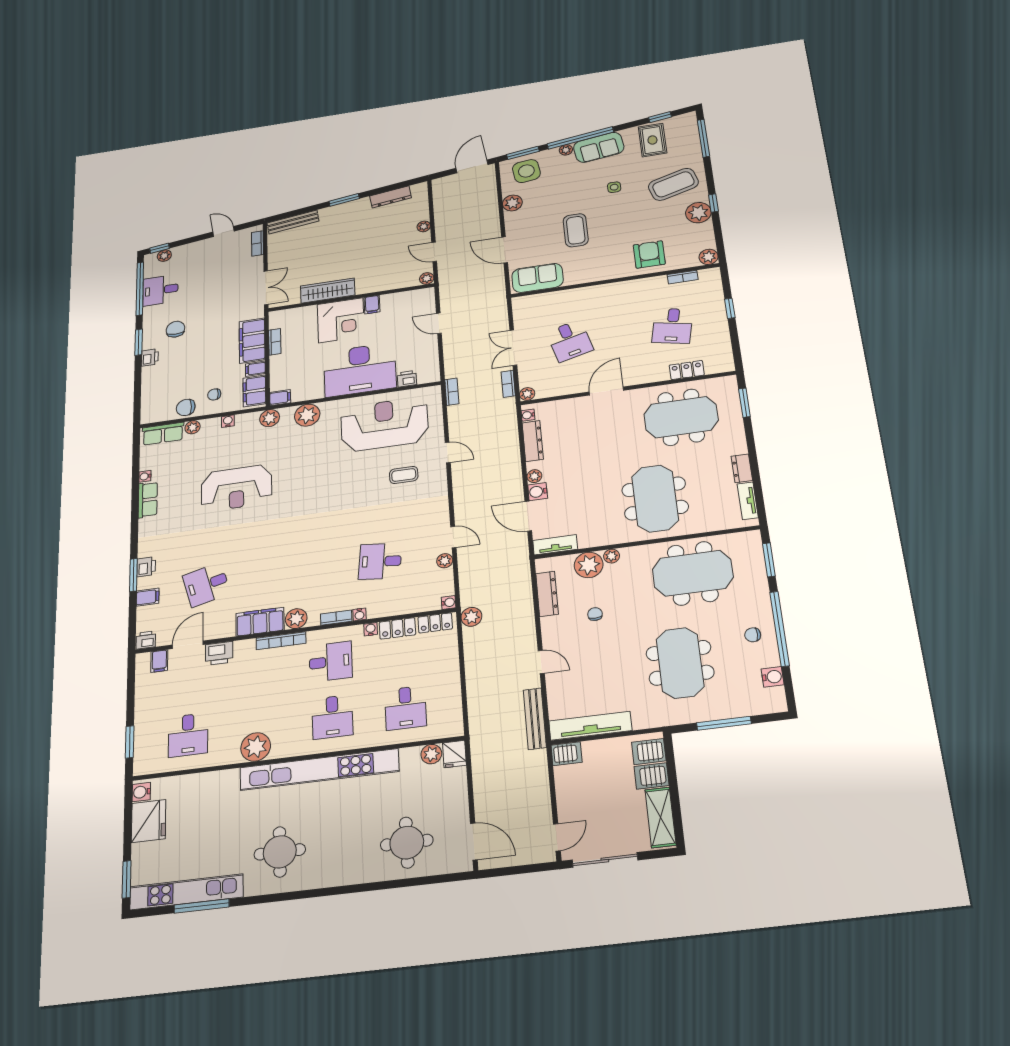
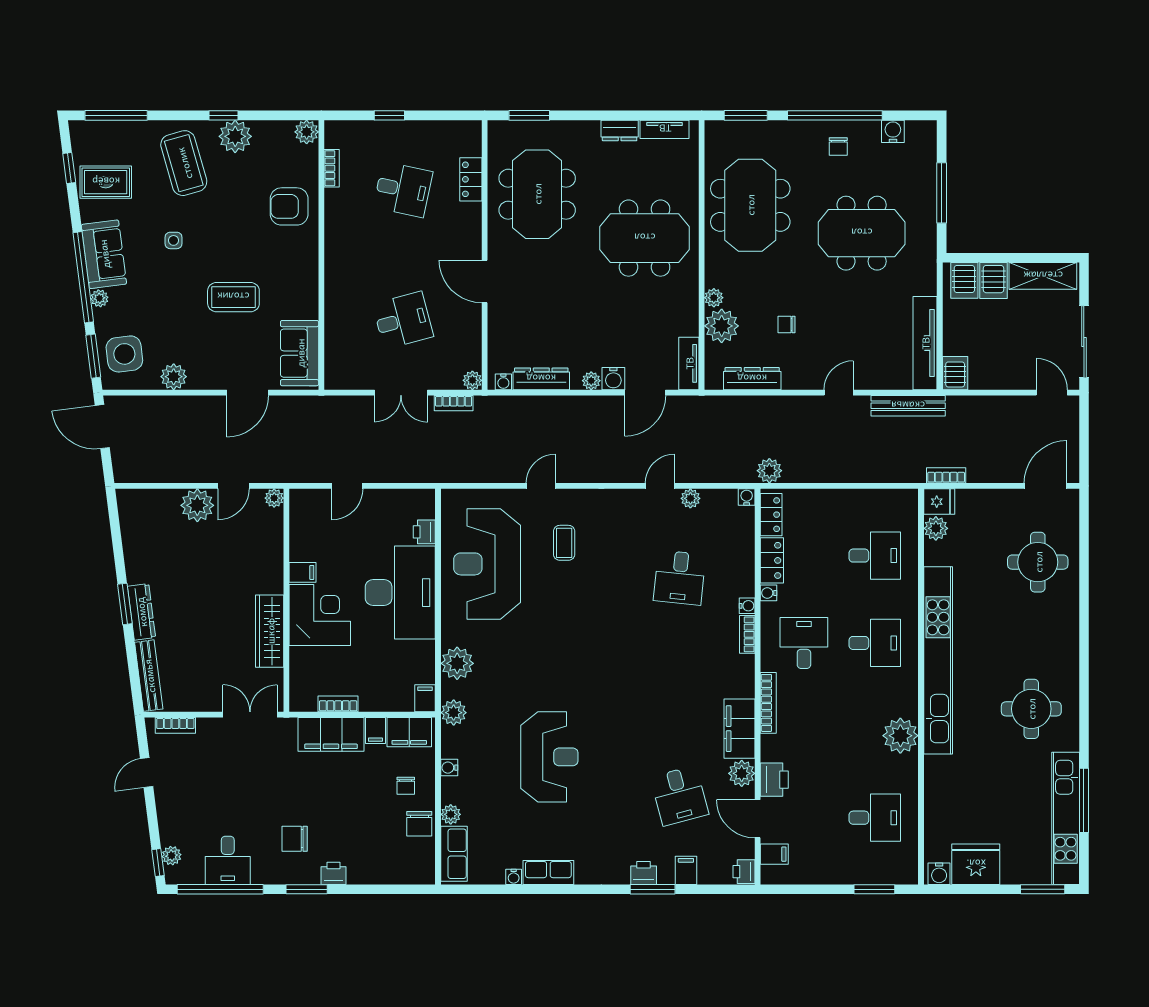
dresser: (391, 197) -> (141, 612), moved
plant: (424, 226) -> (197, 505), width x1.87, depth x1.87
bookcase: (452, 392) -> (946, 475), moved
plant: (296, 619) -> (742, 773), moved

